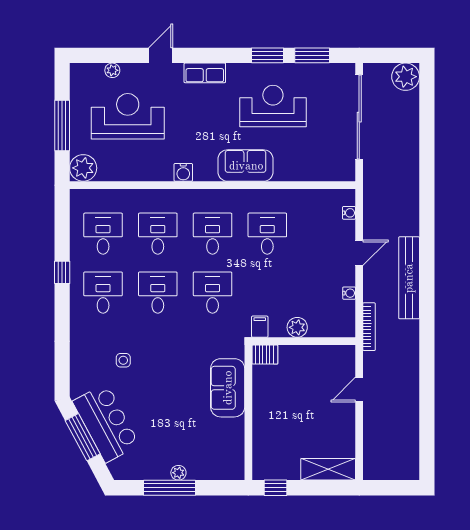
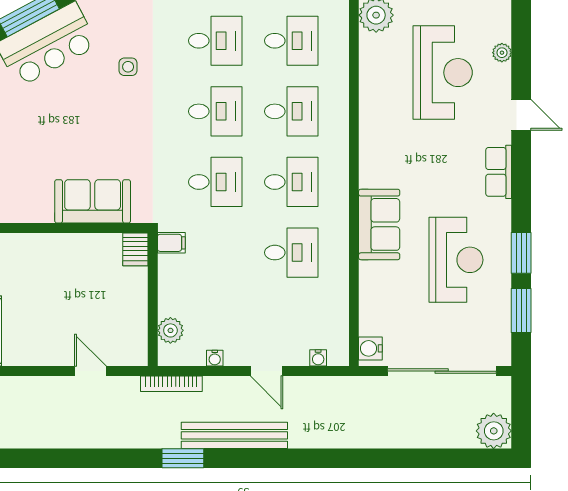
water cooler: (183, 172) -> (370, 348), moved
window: (427, 318) -> (183, 458), added
plant: (297, 327) -> (170, 330), moved

